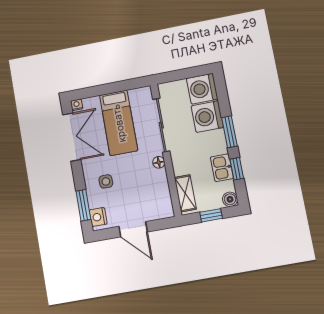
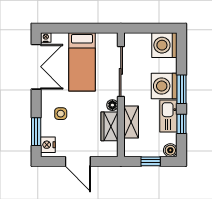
washing machine: (207, 117) -> (164, 86), moved
kitchen sink: (222, 168) -> (168, 116), width x1.38
wardrobe: (160, 185) -> (109, 126), added
shelving: (185, 193) -> (131, 122), moved

